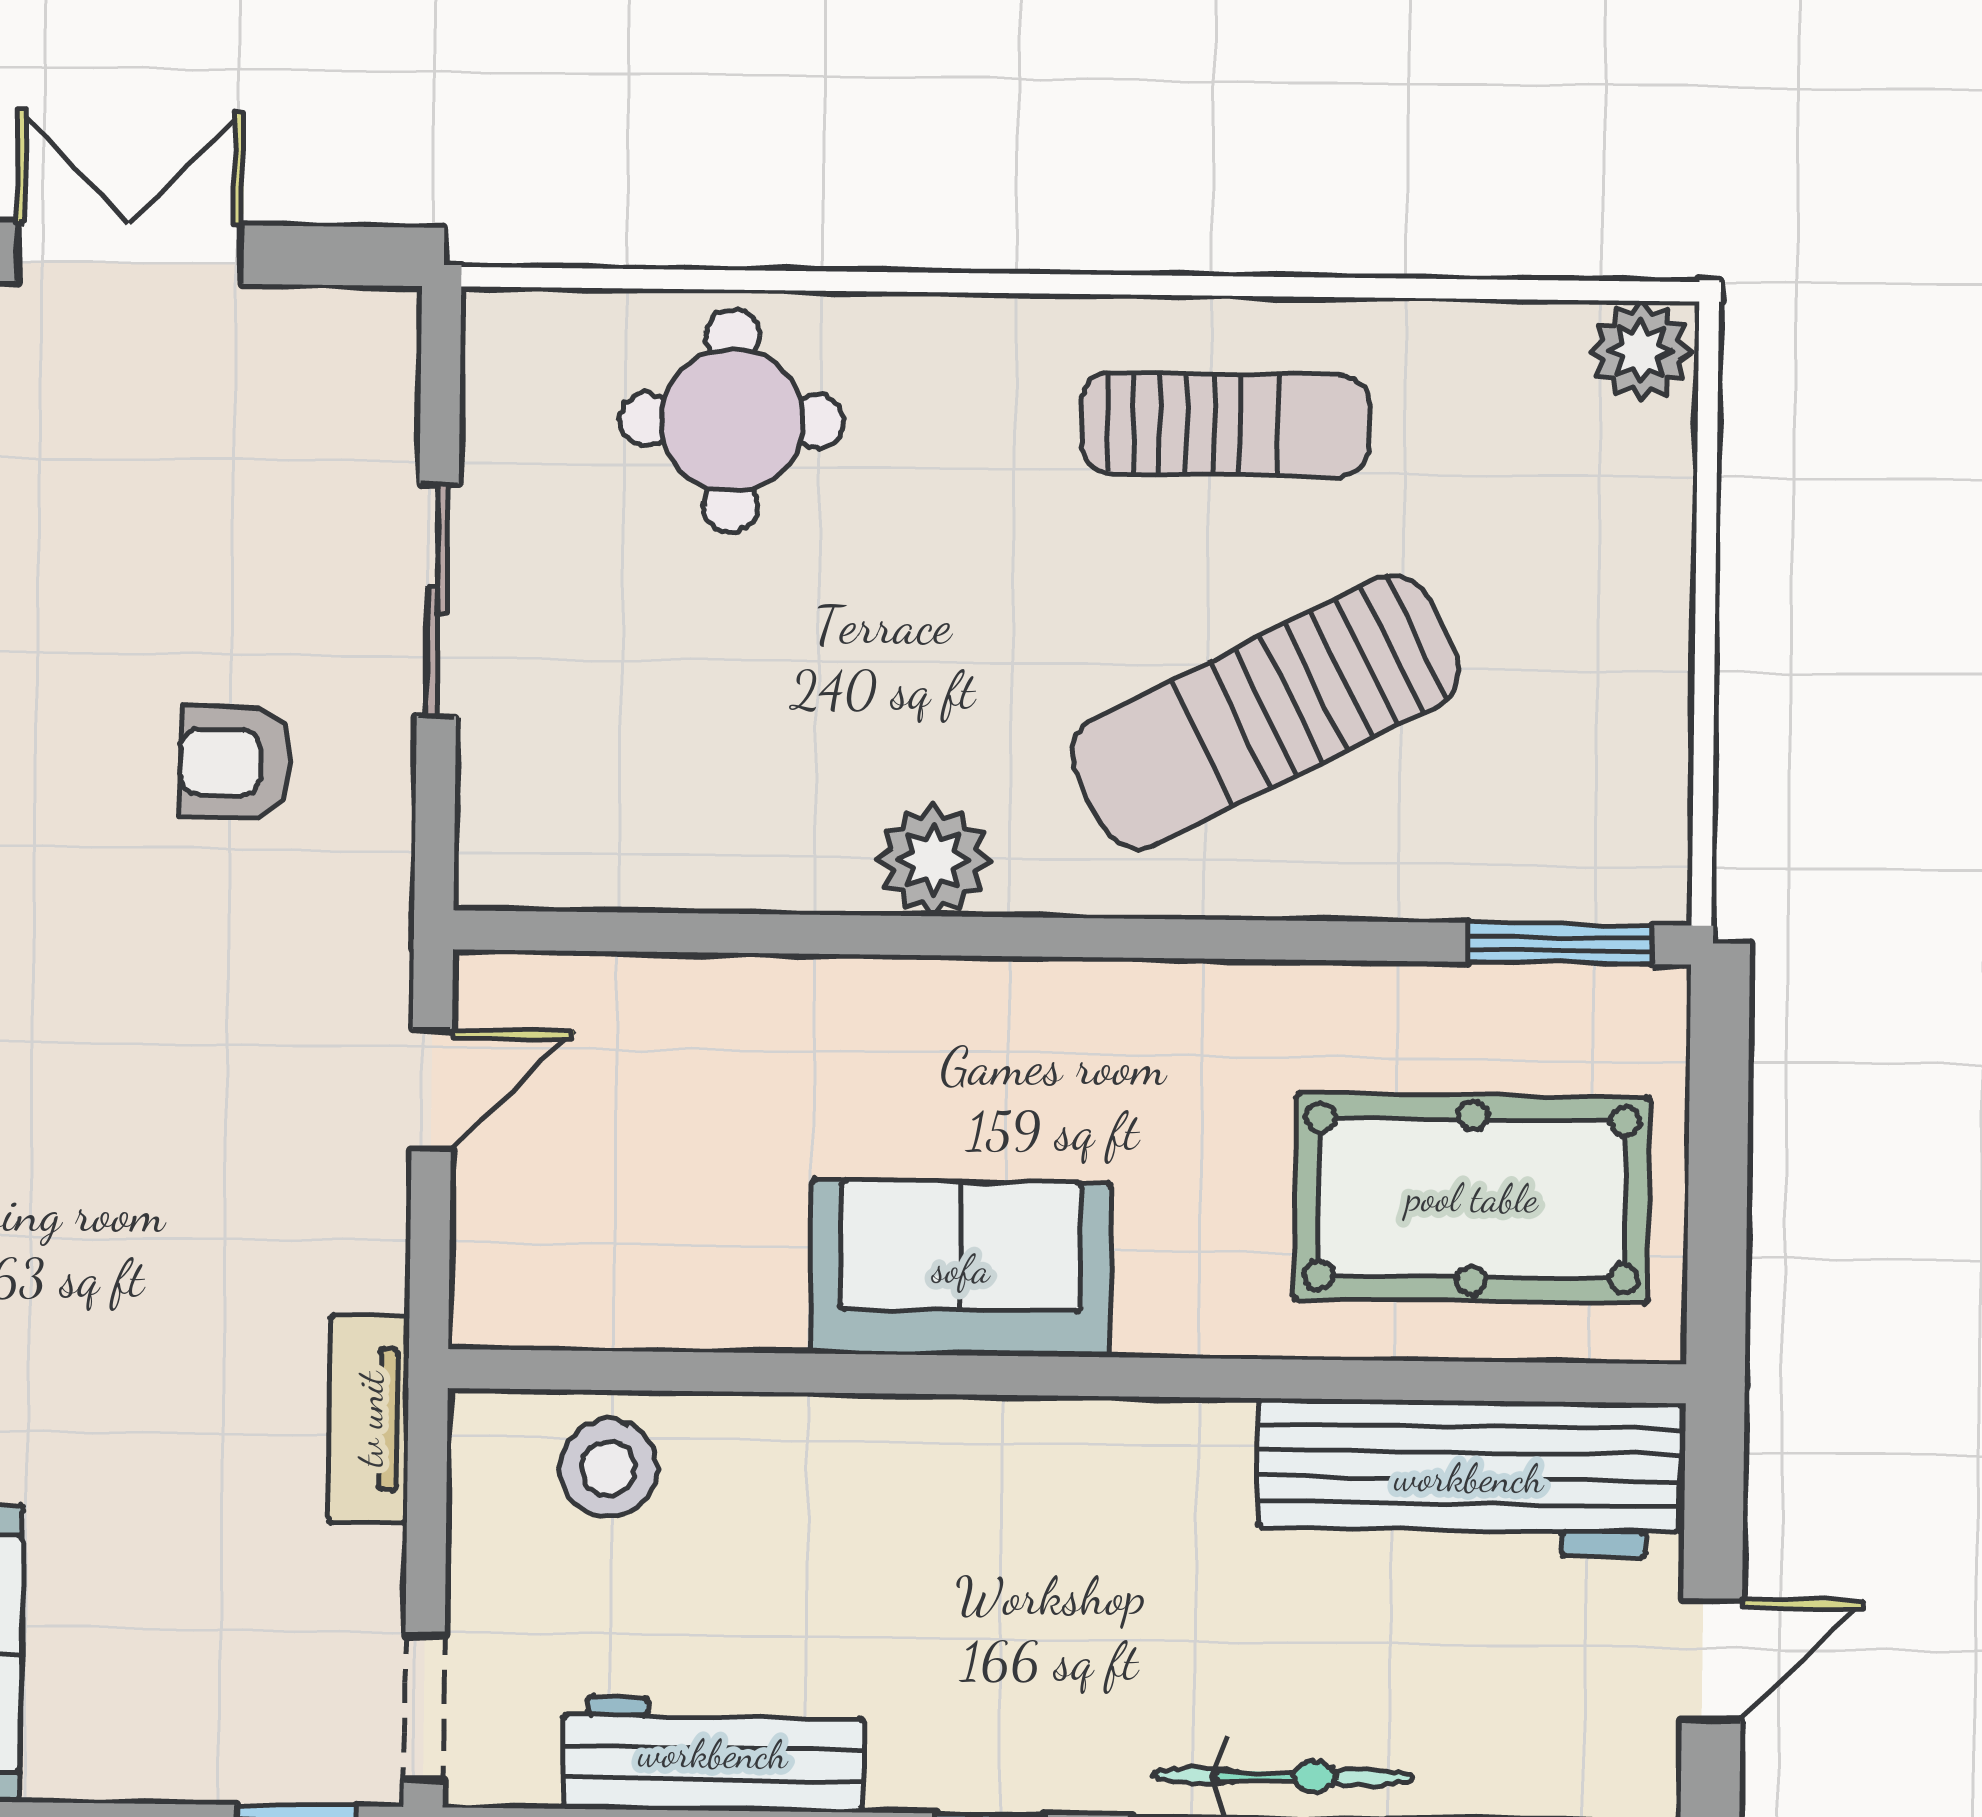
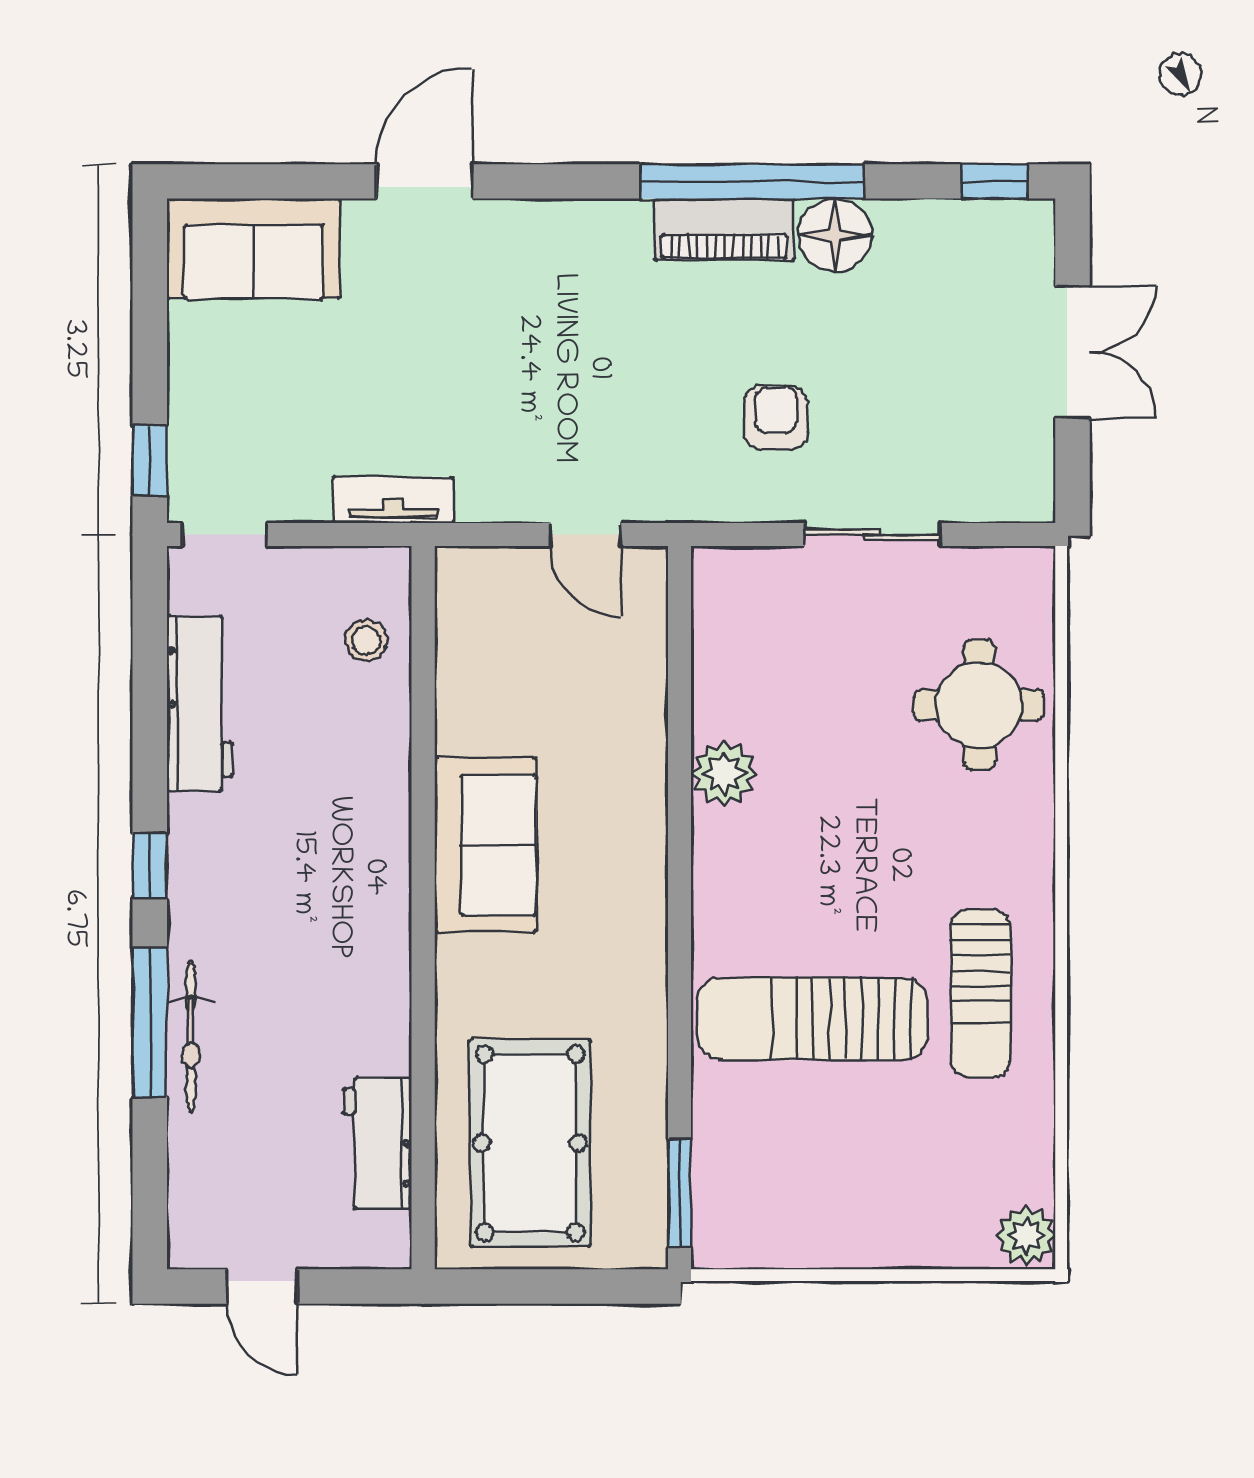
sun lounger: (1265, 712) -> (812, 1019), turned -63
plant: (933, 860) -> (724, 773), moved
stool: (608, 1468) -> (366, 640), width x0.73, depth x0.73
workbench: (1469, 1478) -> (378, 1143), width x0.53, depth x0.76

